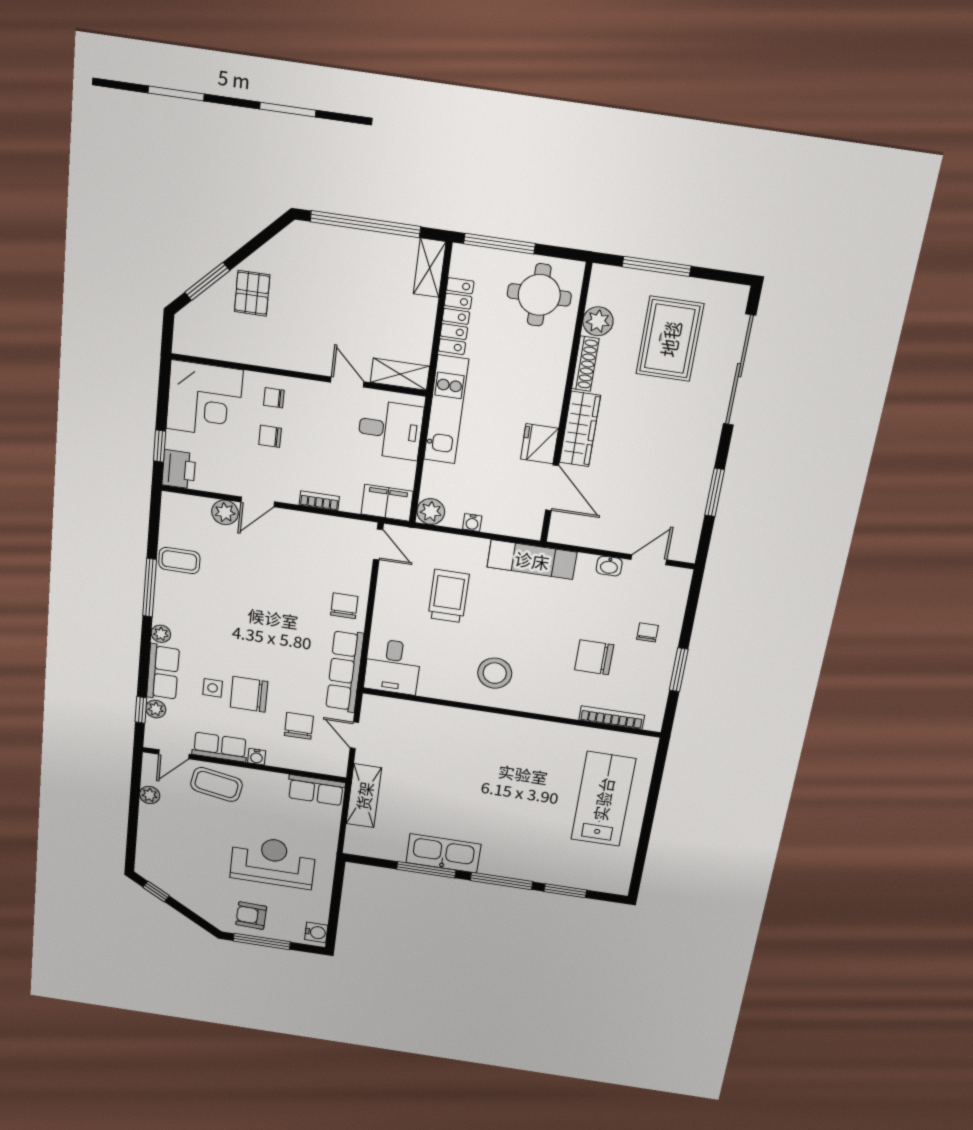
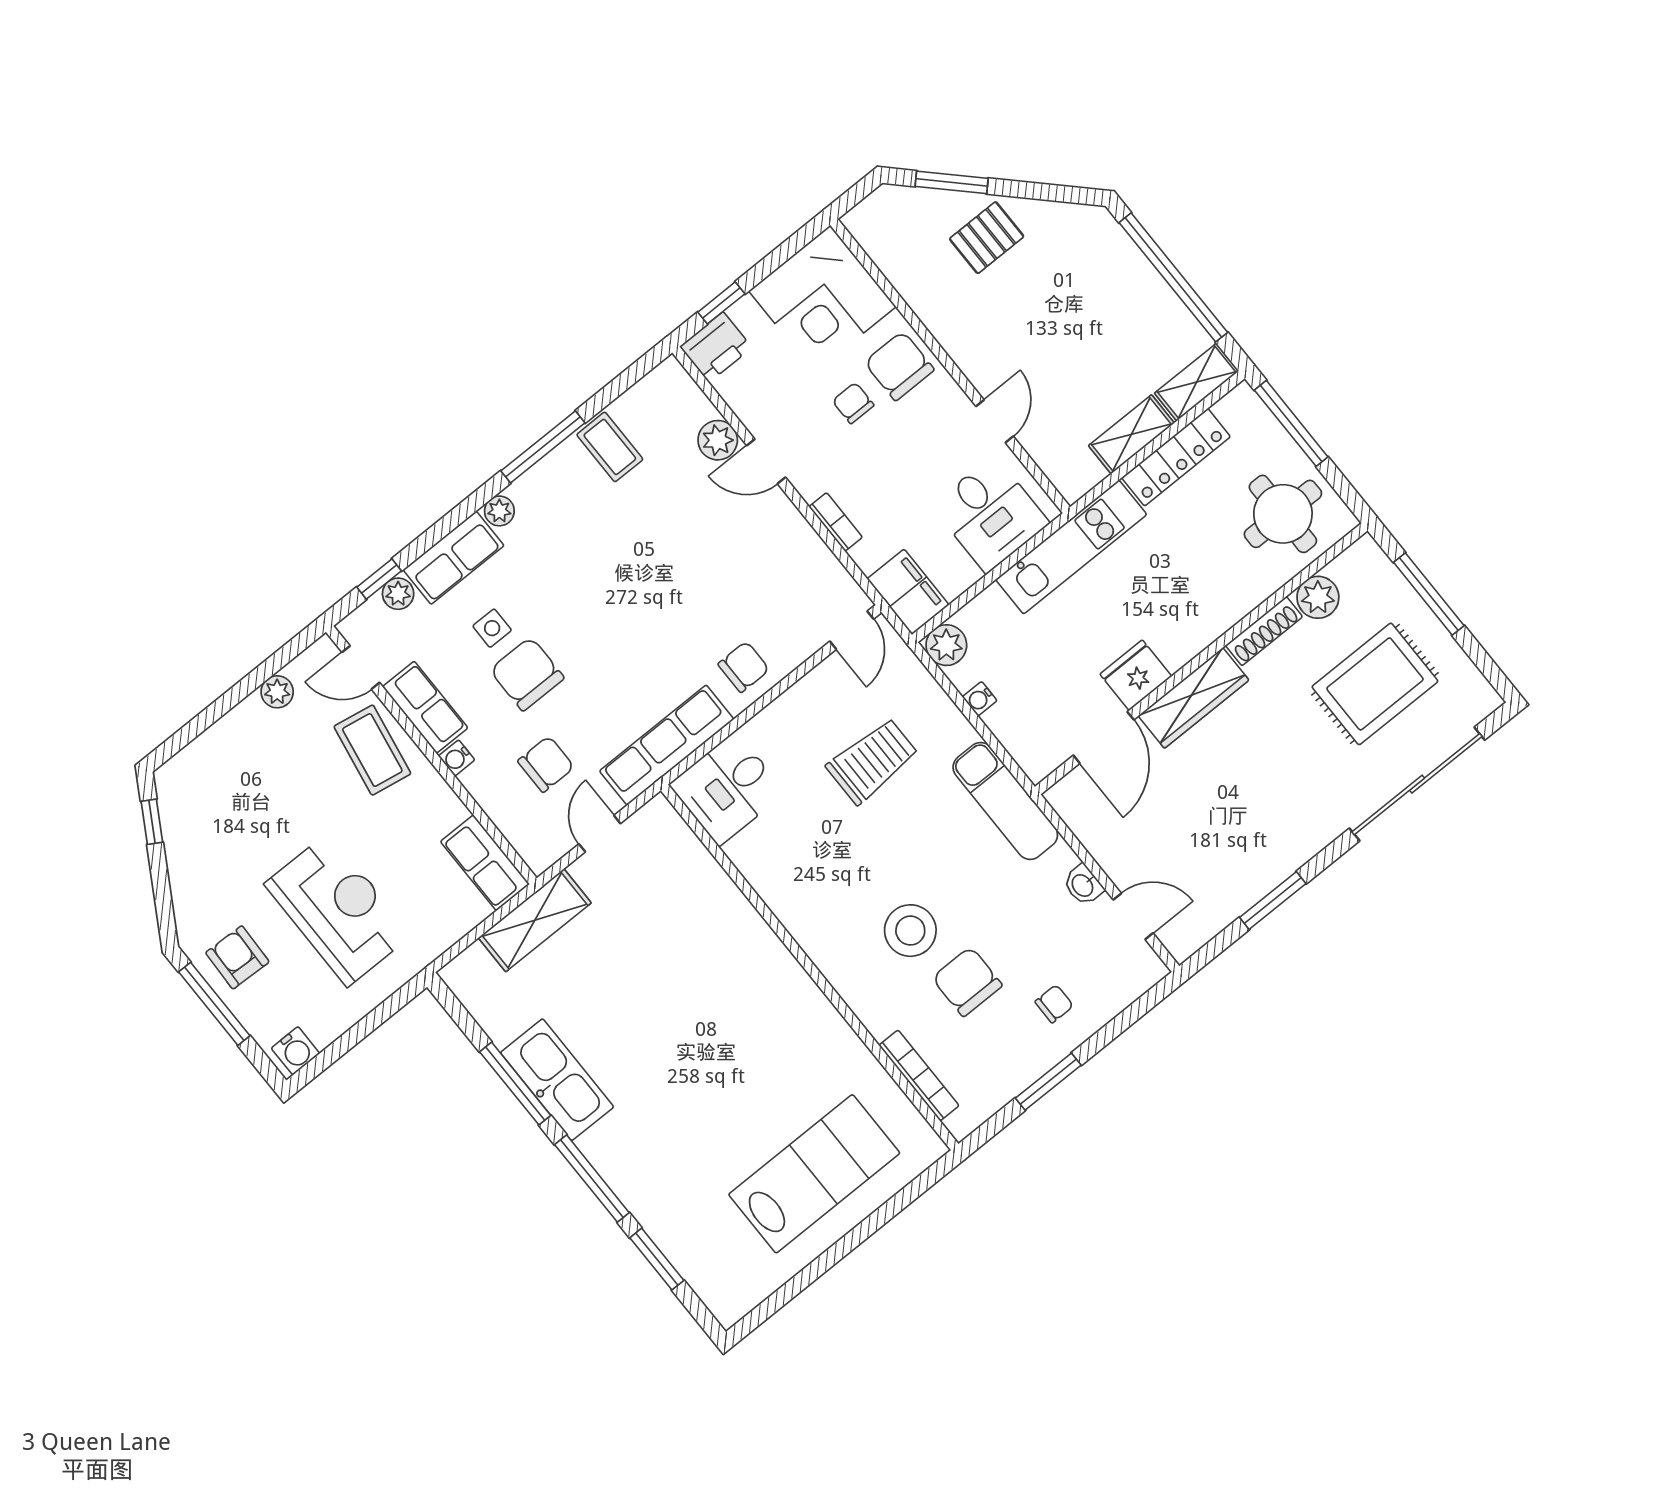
shelving: (400, 374) -> (1131, 434), moved, turned 90
chair: (274, 398) -> (899, 366), width x1.87, depth x1.87
stool: (495, 673) -> (910, 931), moved

